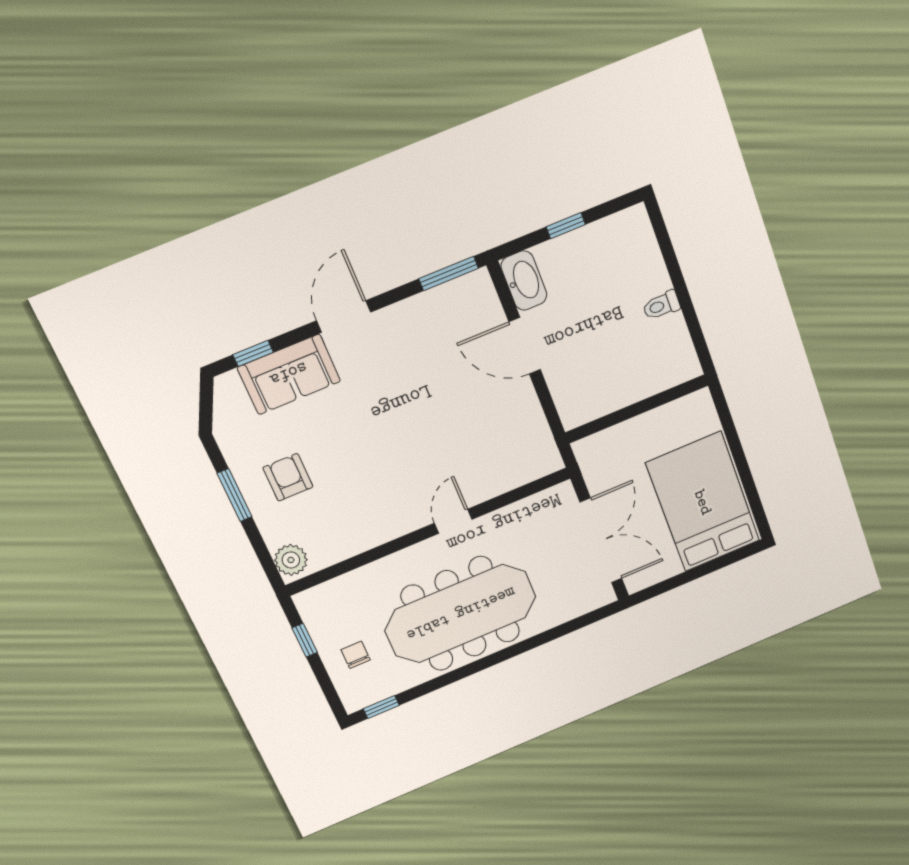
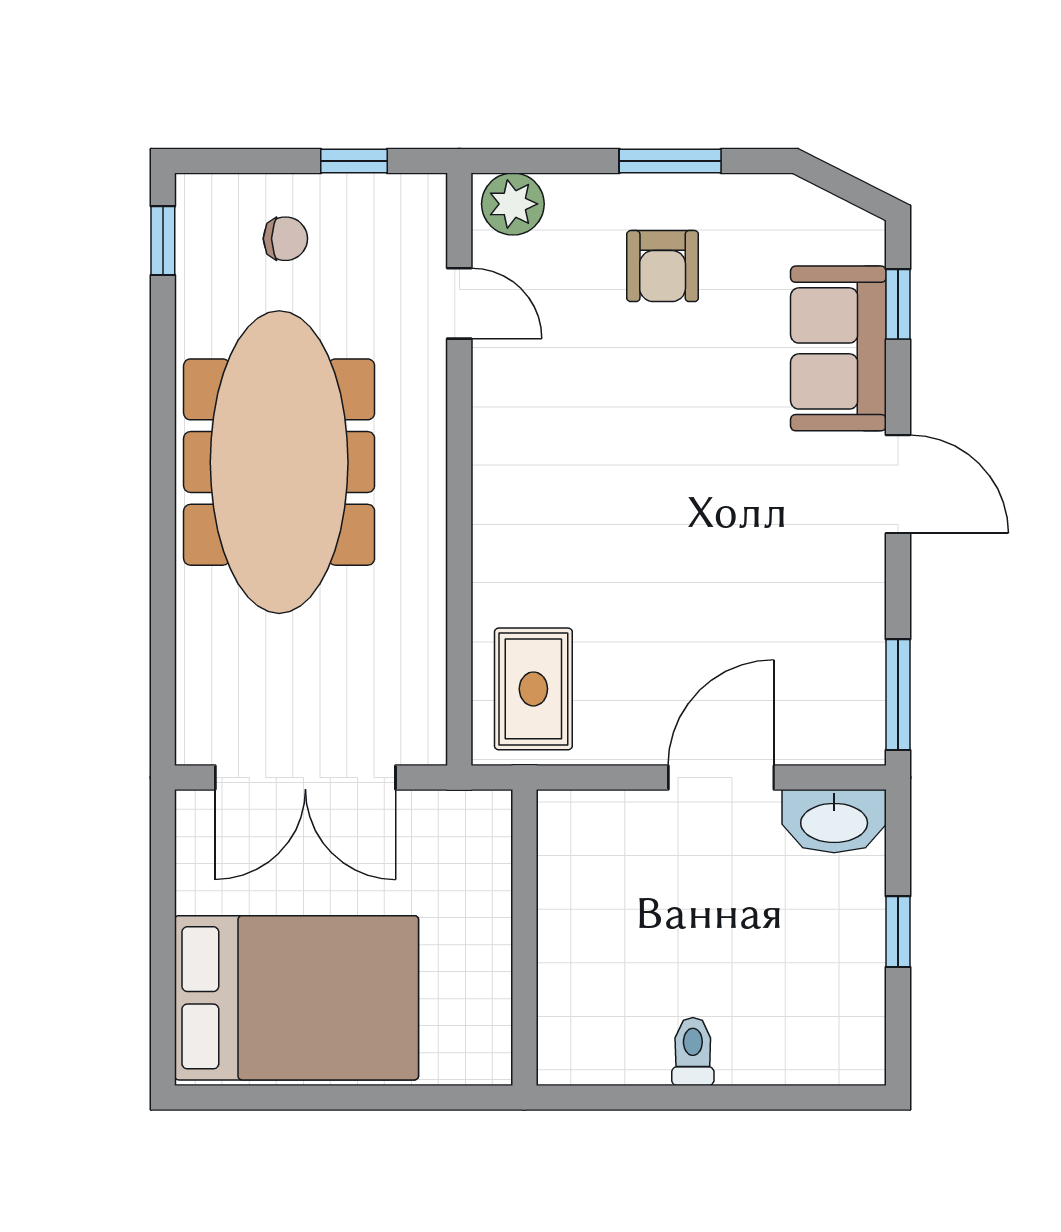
rug: (518, 454) -> (533, 689), added
armchair: (288, 477) -> (663, 266), turned 90
door: (453, 521) -> (459, 303), moved

